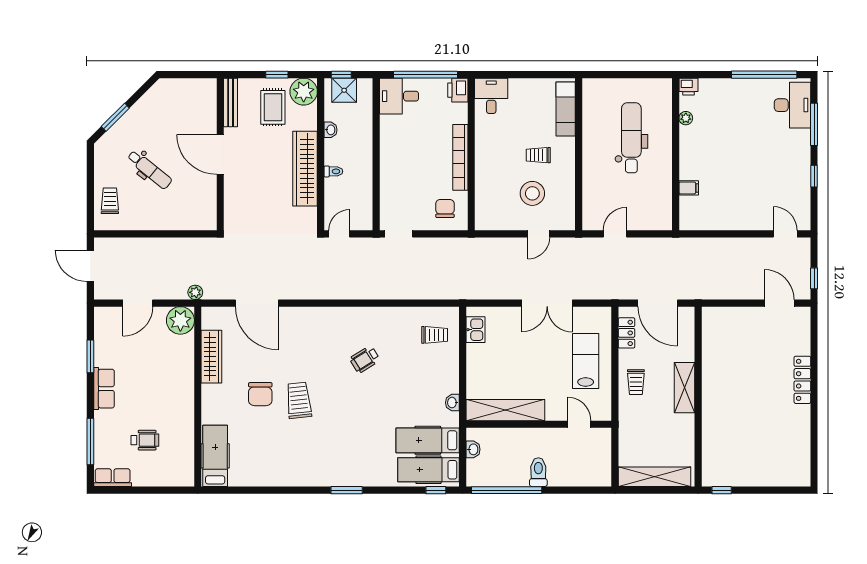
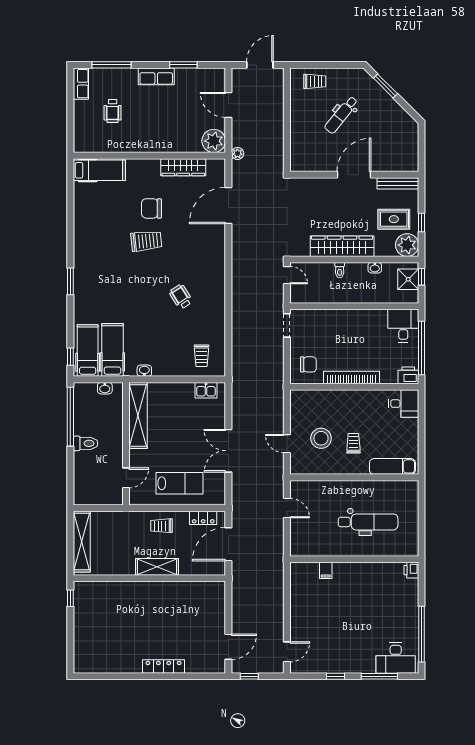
plant: (686, 118) -> (385, 568), removed

